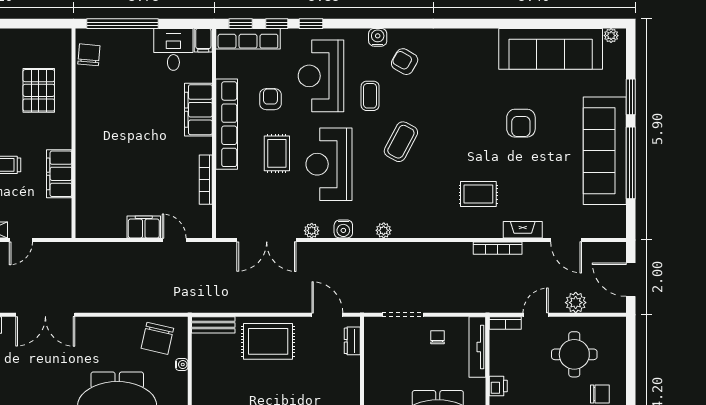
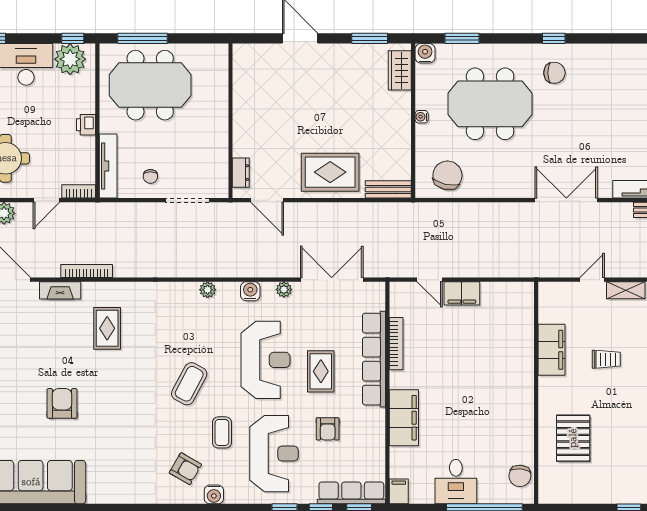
desk: (173, 49) -> (456, 482), moved
row of seats: (227, 124) -> (374, 359), moved
rug: (478, 194) -> (107, 328), turned 90
water cooler: (182, 365) -> (422, 117), moved

